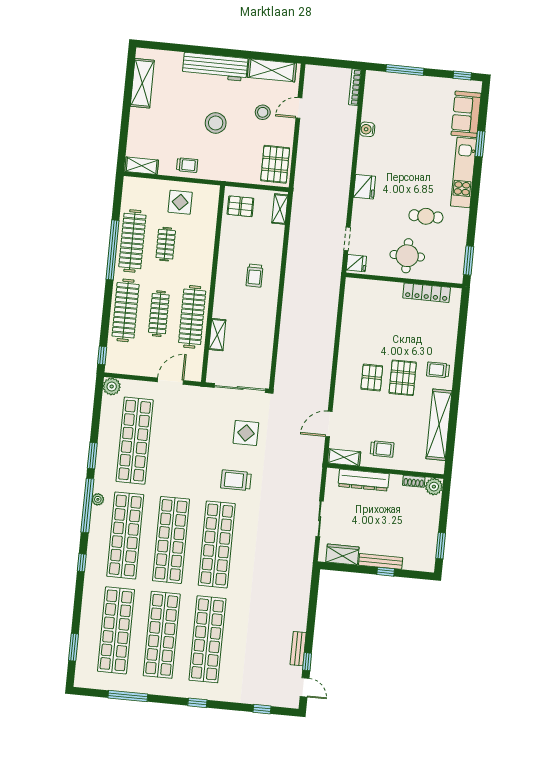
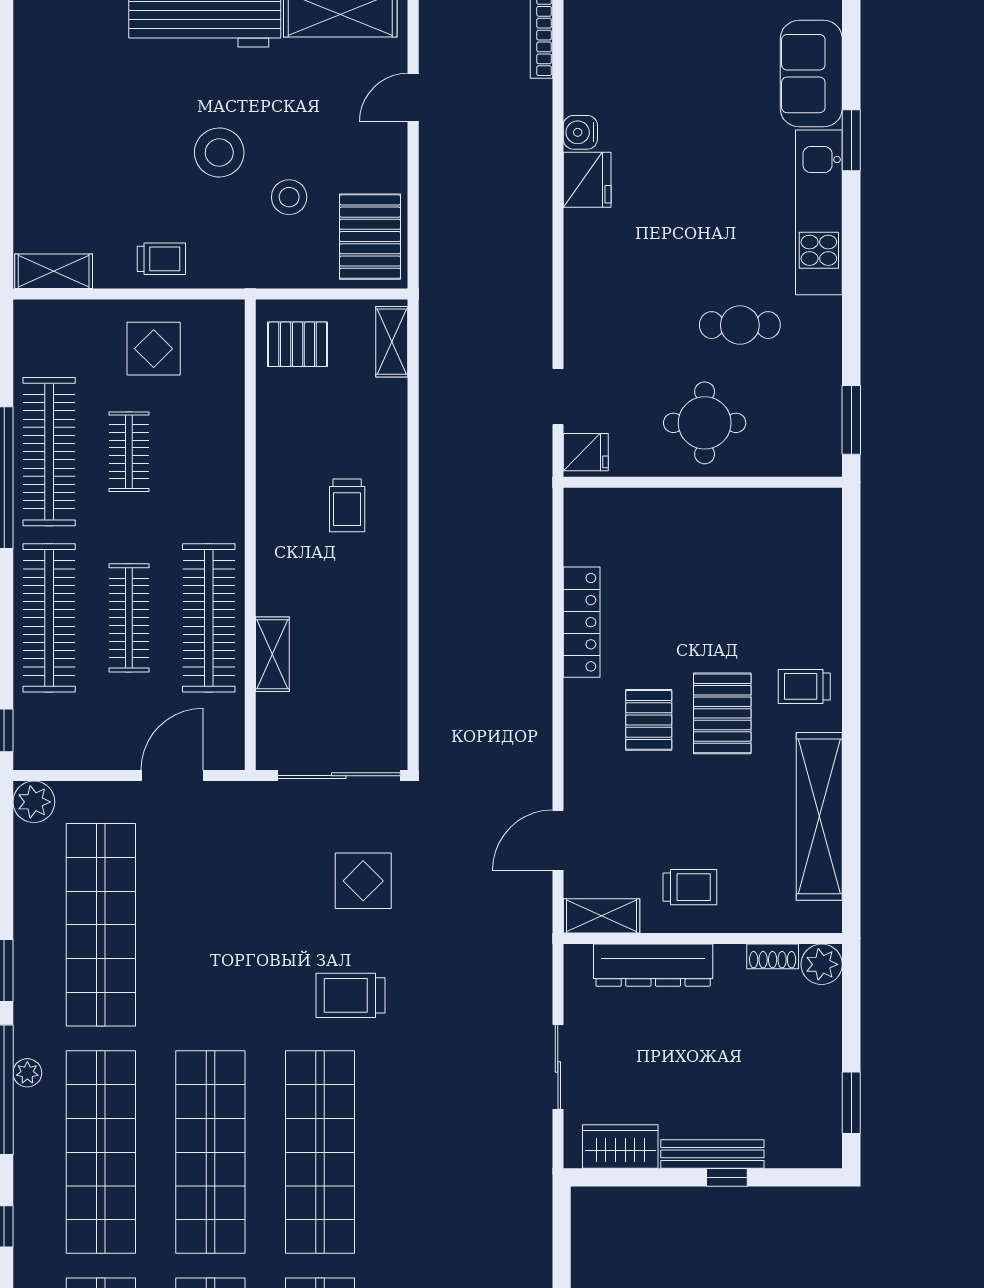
shelving: (142, 83) -> (36, 75), removed
stool: (263, 112) -> (289, 197), moved
fridge: (364, 187) -> (587, 180), moved
locker: (427, 293) -> (582, 622), moved, turned -90

